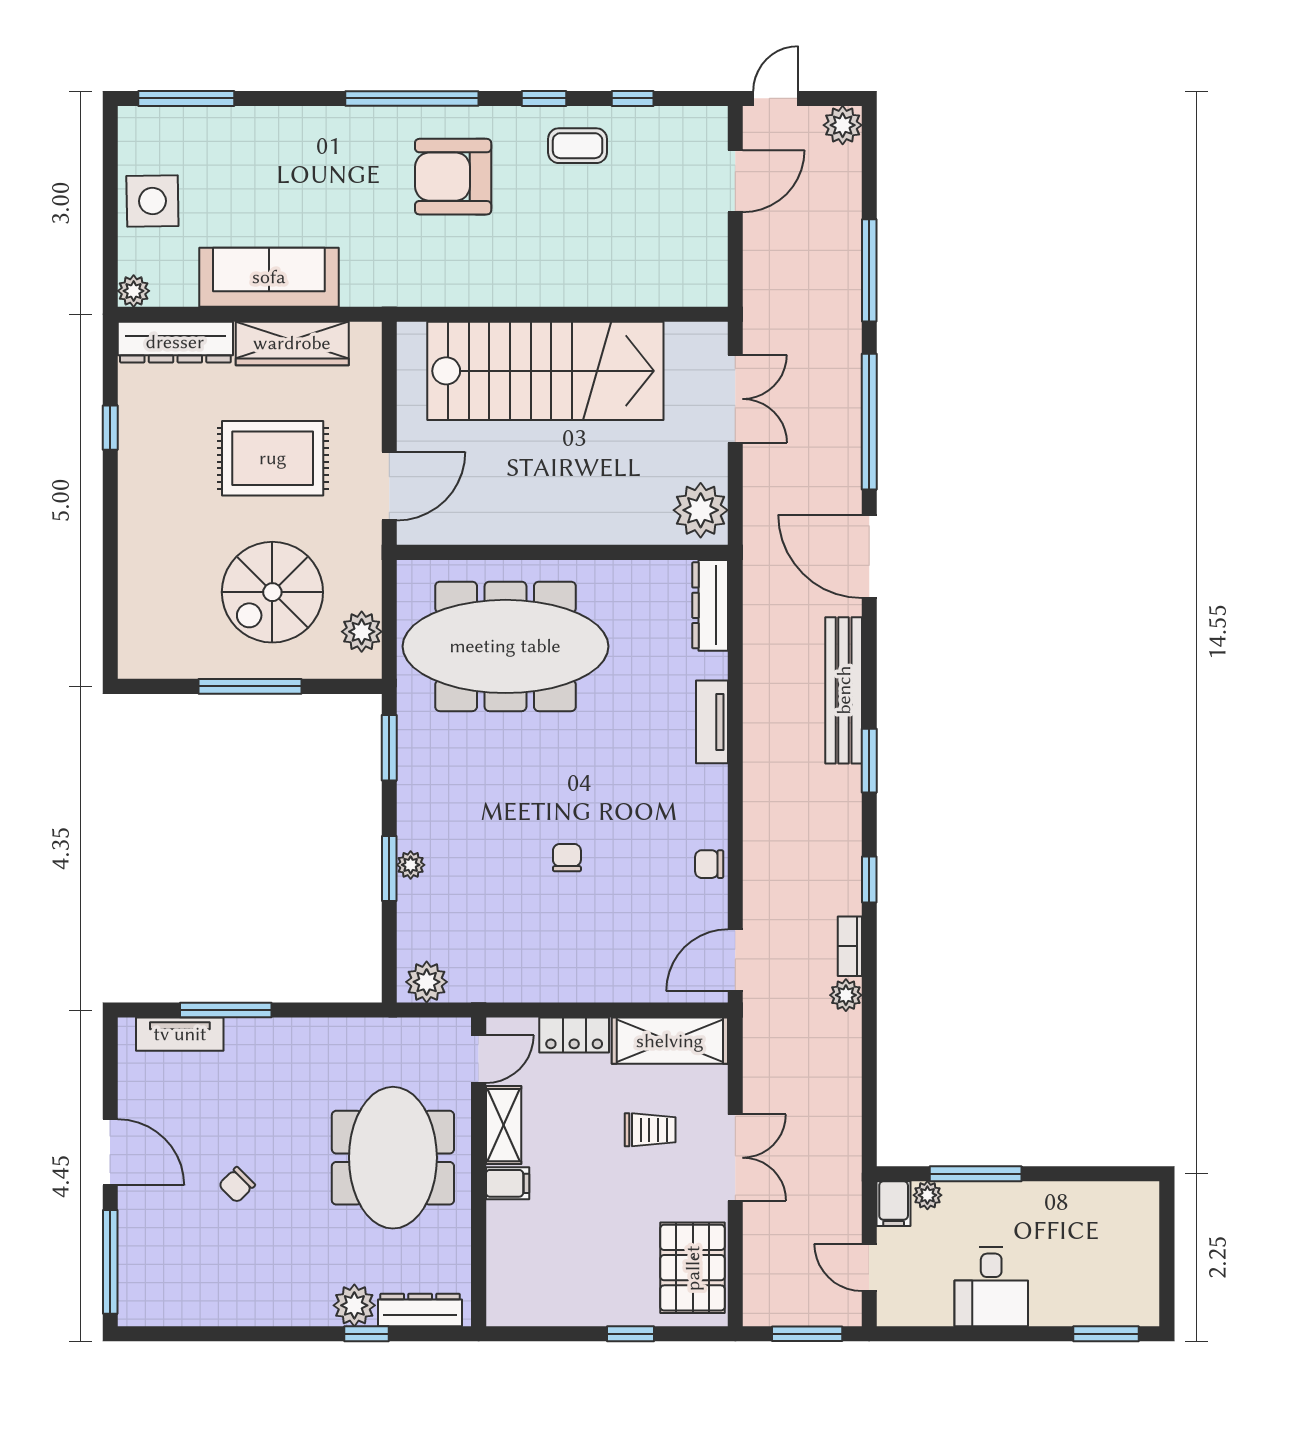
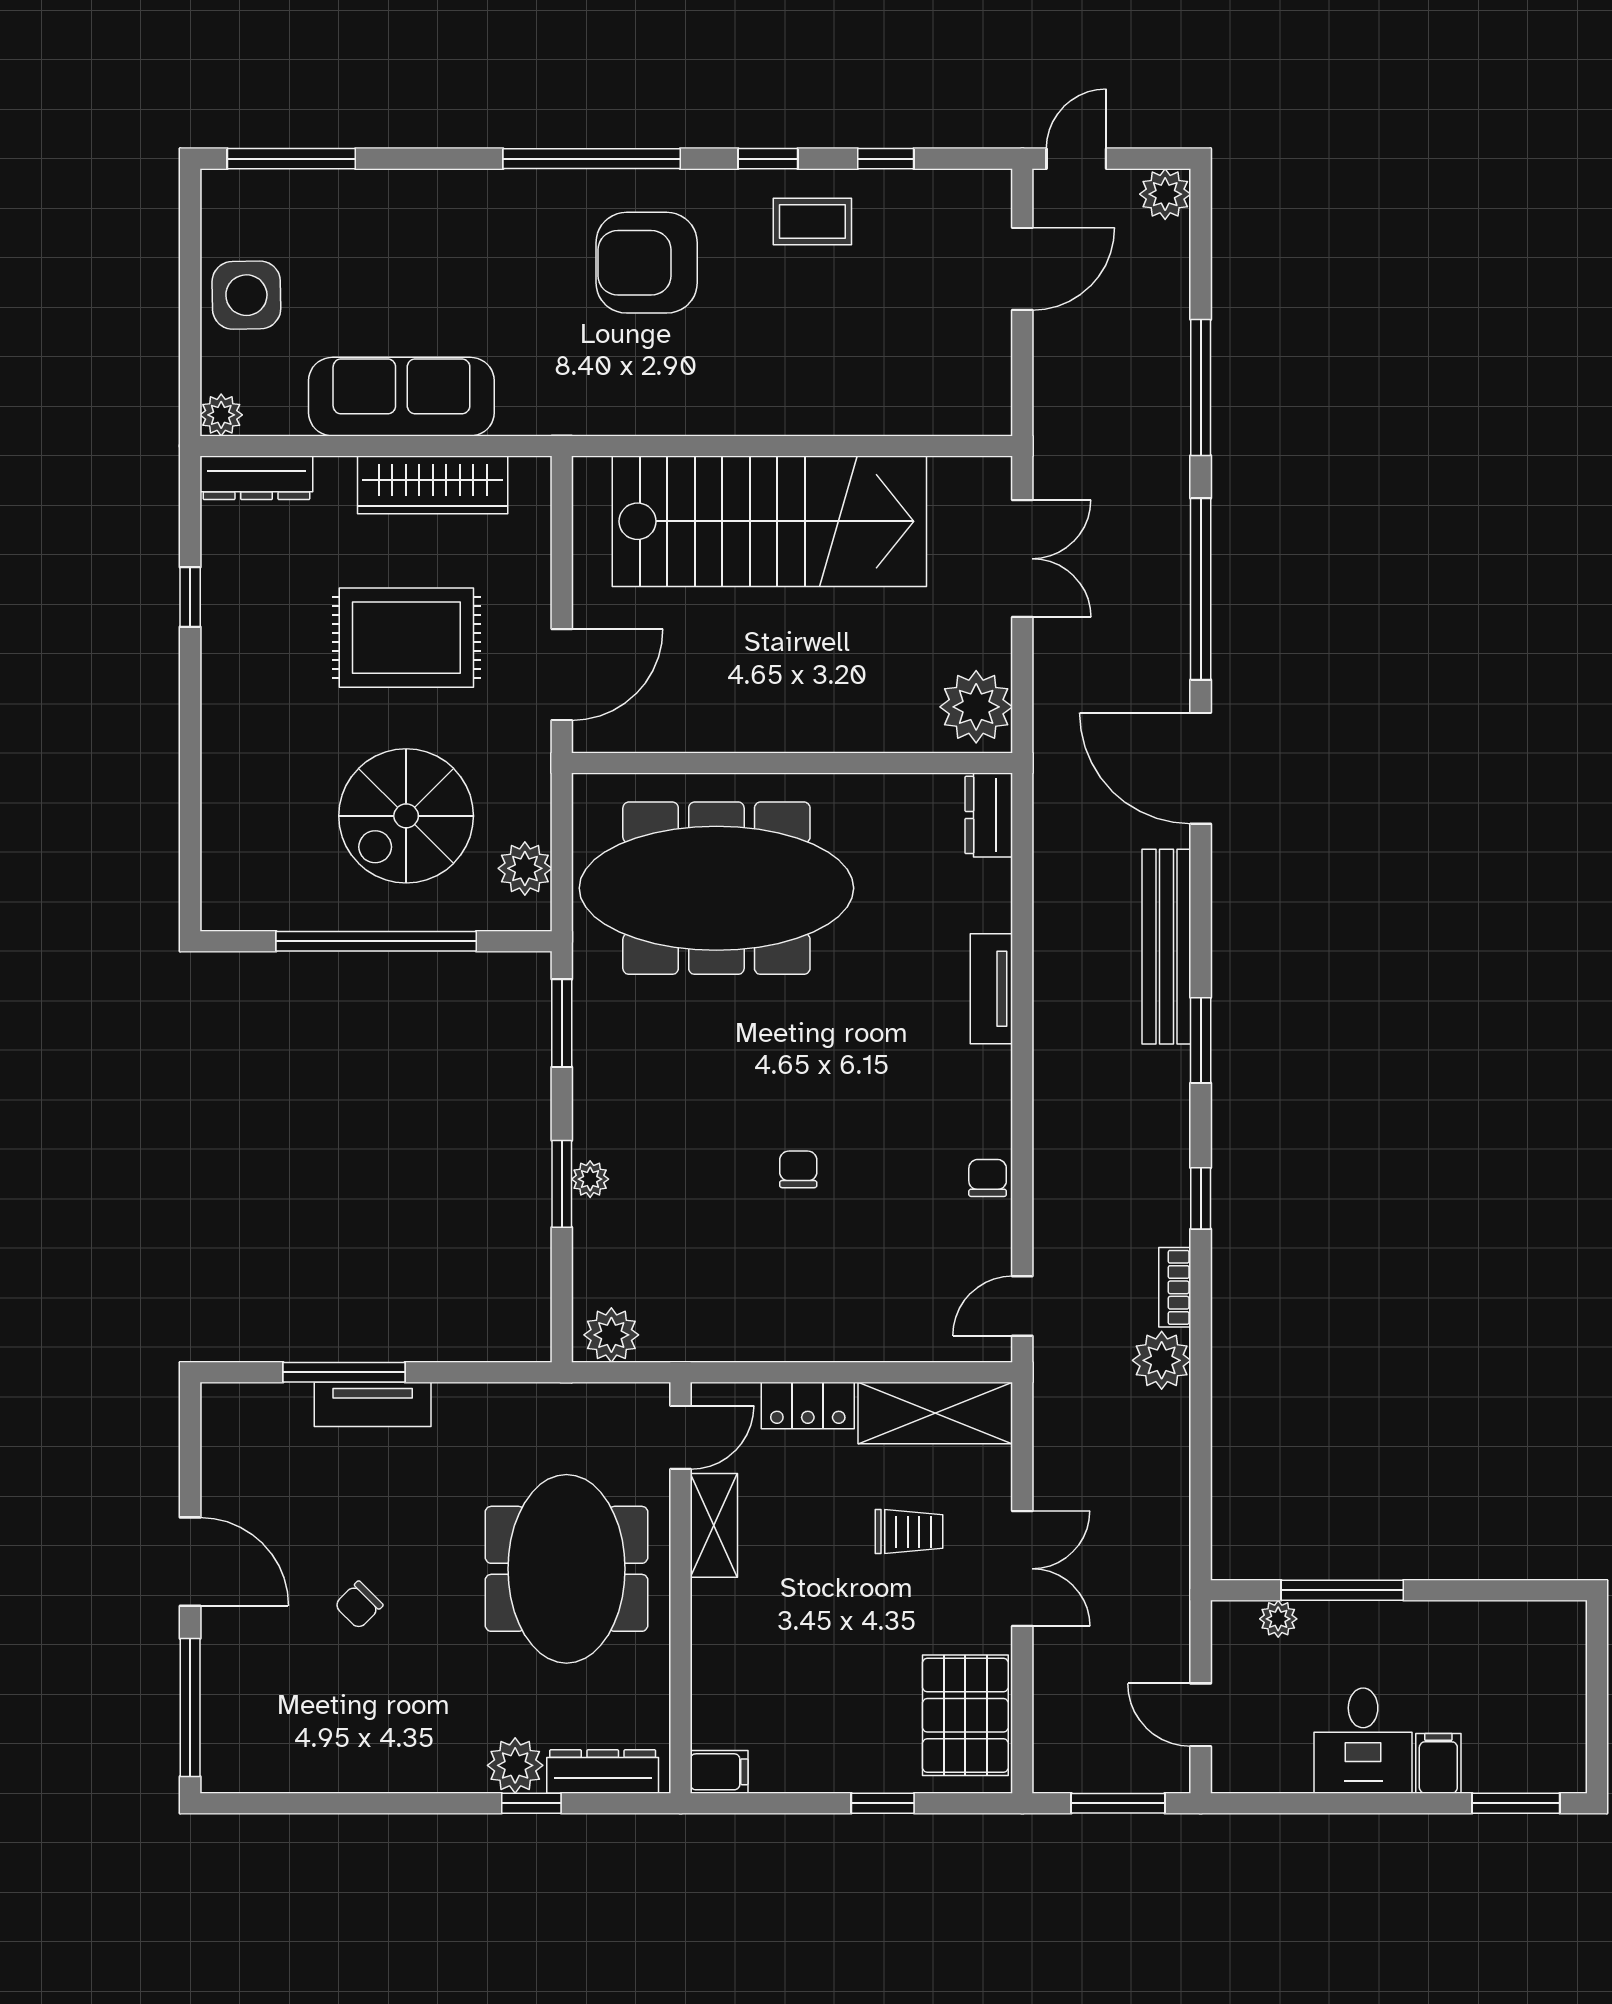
dresser: (175, 342) -> (256, 478), width x0.73, depth x0.80
dresser: (710, 605) -> (989, 815), width x0.70
window: (250, 686) -> (376, 941), width x1.46
chair: (709, 864) -> (988, 1178), turned 90
door: (735, 960) -> (1022, 1306), width x0.73
plant: (846, 995) -> (1162, 1360), width x1.38, depth x1.38
tv unit: (180, 1034) -> (373, 1404), moved
filing cabinet: (508, 1183) -> (719, 1772), moved
filing cabinet: (894, 1204) -> (1438, 1763), moved, turned 180

